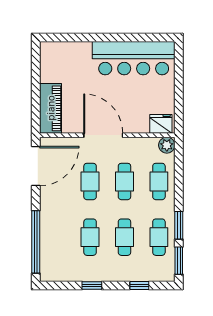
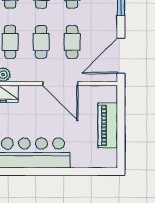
piano: (51, 108) -> (108, 125), moved

